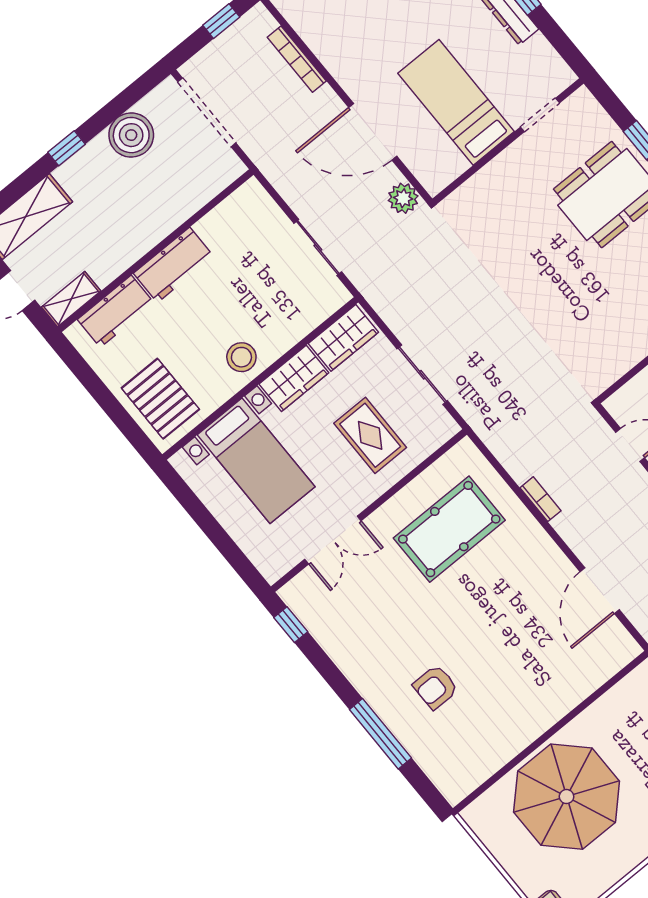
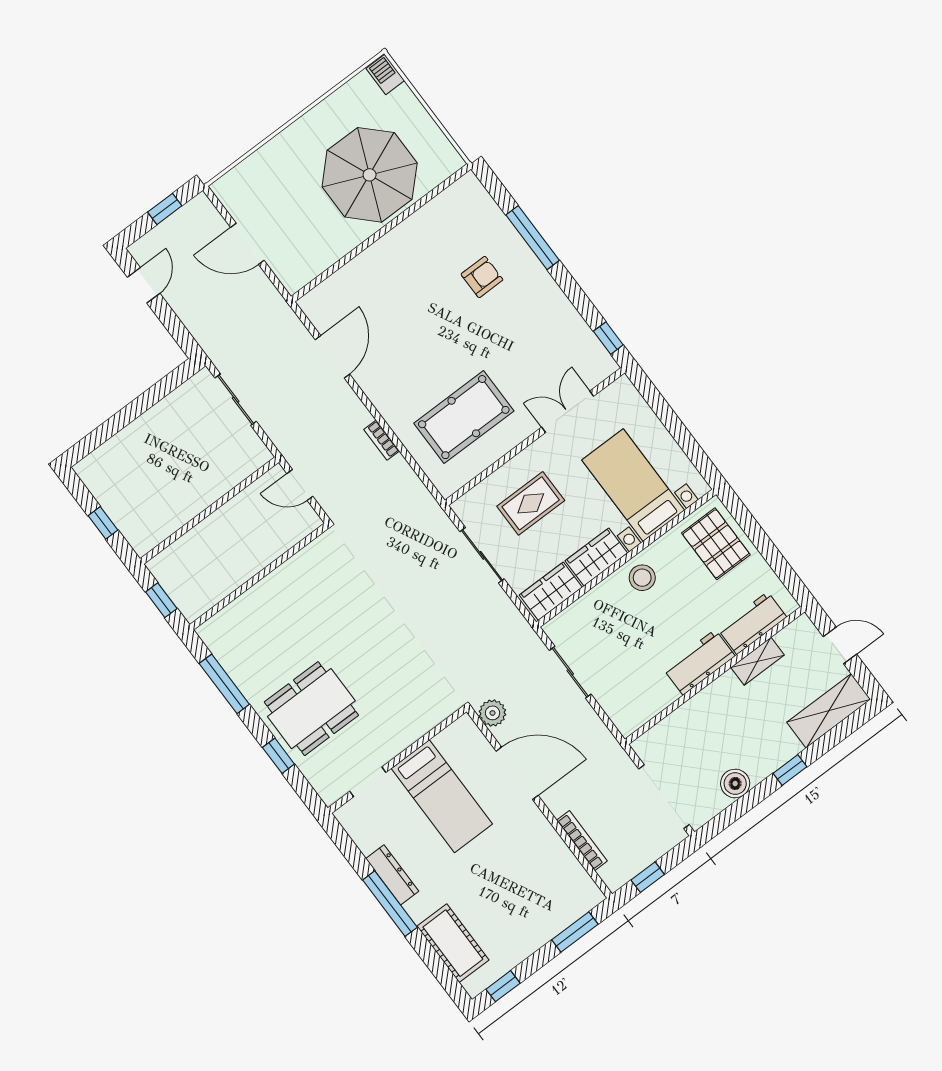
boiler: (131, 135) -> (735, 783), width x0.73, depth x0.73
shelving: (71, 299) -> (758, 661), moved
rug: (370, 435) -> (531, 503), turned 90

